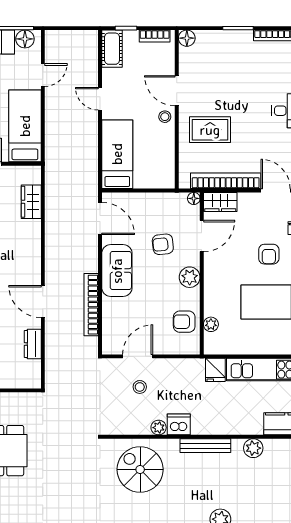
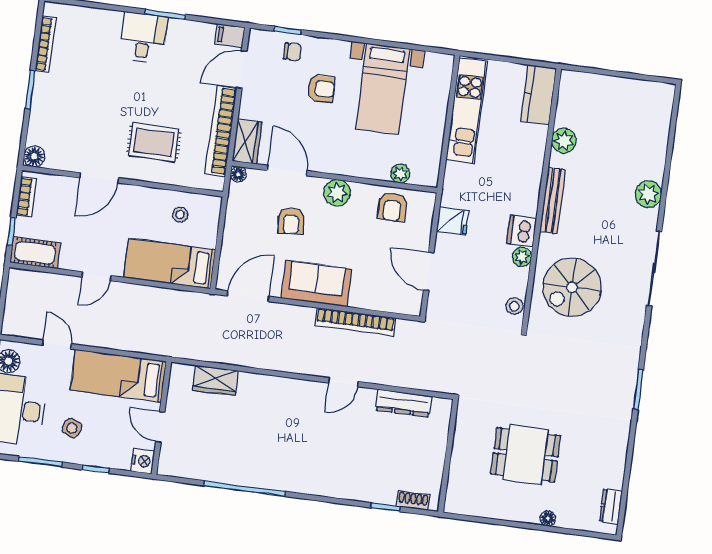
stool: (165, 117) -> (180, 215), moved
rug: (210, 130) -> (154, 142), turned 90
door: (43, 302) -> (343, 382), width x0.73
dresser: (33, 344) -> (404, 403), width x1.44
fridge: (215, 370) -> (453, 221), moved
stool: (140, 387) -> (514, 306), moved

